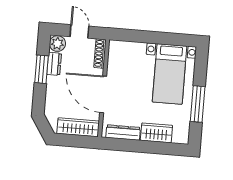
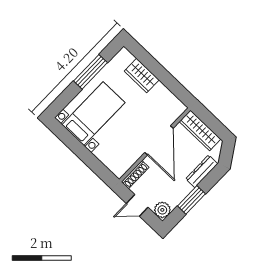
door: (79, 31) -> (137, 205), hinge flipped
dresser: (54, 64) -> (202, 171), moved, width x1.44
dresser: (123, 132) -> (168, 97), removed

